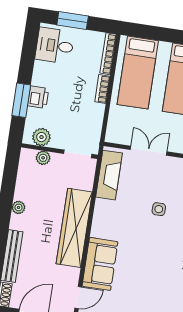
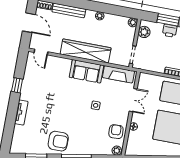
plant: (43, 158) -> (133, 22), moved
sofa: (100, 264) -> (86, 71), moved

